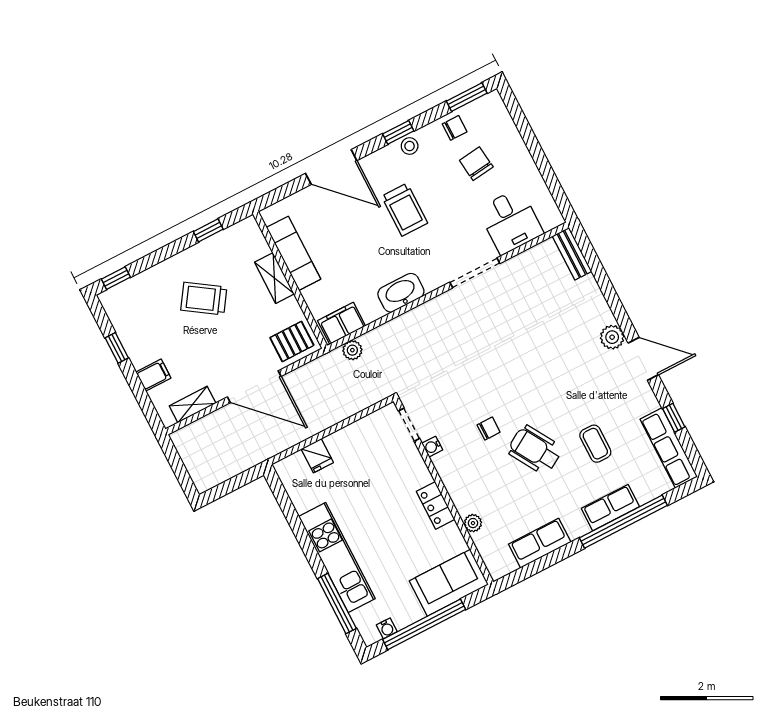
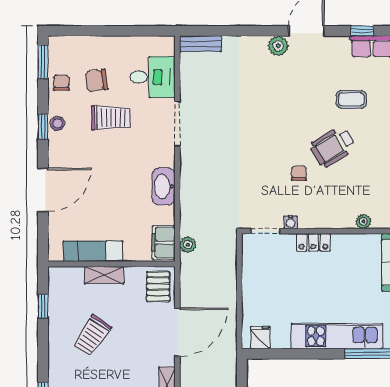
trolley: (405, 210) -> (111, 118), moved
fridge: (317, 456) -> (260, 338), moved, turned -90
locker: (436, 505) -> (313, 242), moved

